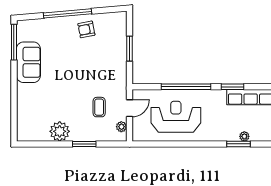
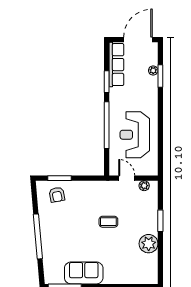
armchair: (86, 29) -> (57, 195), moved
window: (130, 49) -> (60, 178), moved
coffee table: (99, 107) -> (108, 222), moved

